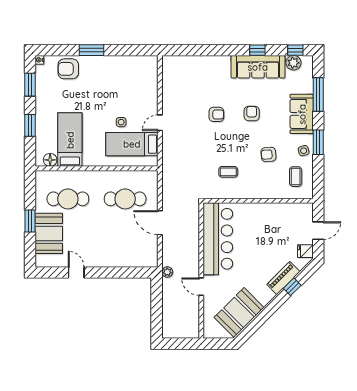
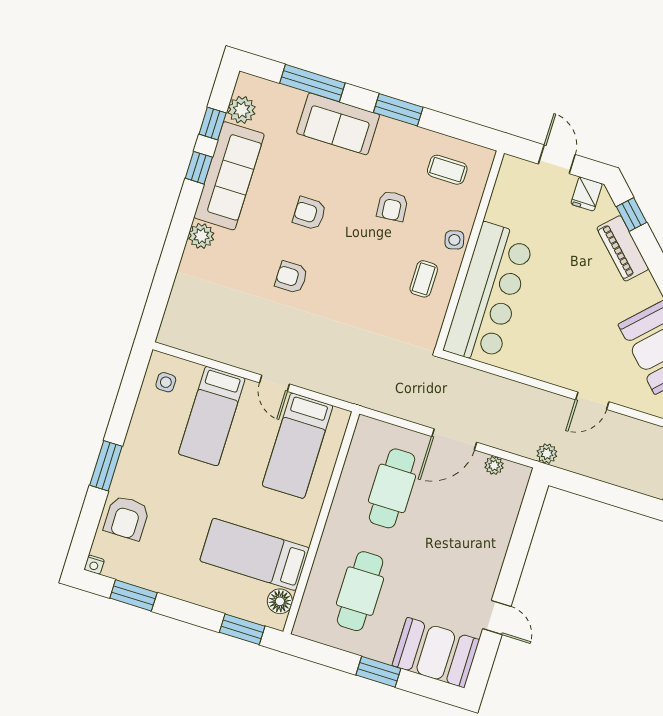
window: (295, 50) -> (213, 123), moved
plant: (223, 62) -> (201, 236), added
bed: (133, 96) -> (212, 416), added
armchair: (216, 114) -> (291, 277), turned -90
side table: (121, 122) -> (166, 382), moved
window: (30, 125) -> (242, 629), moved
side table: (304, 151) -> (454, 240), moved
coffee table: (228, 172) -> (424, 279), moved
booth: (49, 233) -> (436, 653), moved
bar counter: (218, 239) -> (489, 294), moved, turned 90
plant: (153, 247) -> (494, 465), added
door: (76, 273) -> (497, 618), swing flipped
window: (292, 287) -> (631, 214), moved

